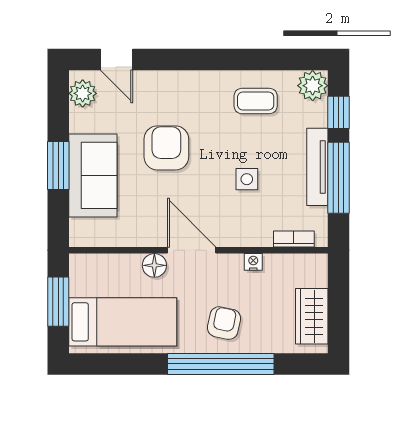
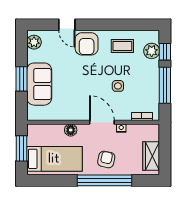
door: (117, 60) -> (67, 25), moved
plant: (313, 86) -> (152, 51), moved
armchair: (166, 148) -> (87, 44), moved, turned 180
tv unit: (317, 167) -> (154, 80), removed
door: (192, 250) -> (102, 122), moved

